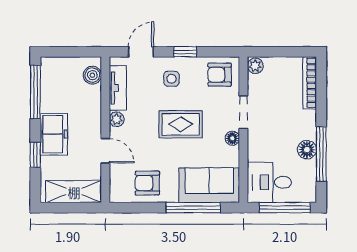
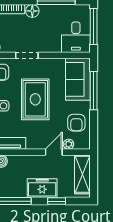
plant: (117, 119) -> (69, 144), moved
rug: (181, 124) -> (35, 99), width x1.36, depth x1.43
floor lamp: (232, 138) -> (45, 63), removed
floor lamp: (307, 150) -> (32, 11), moved

